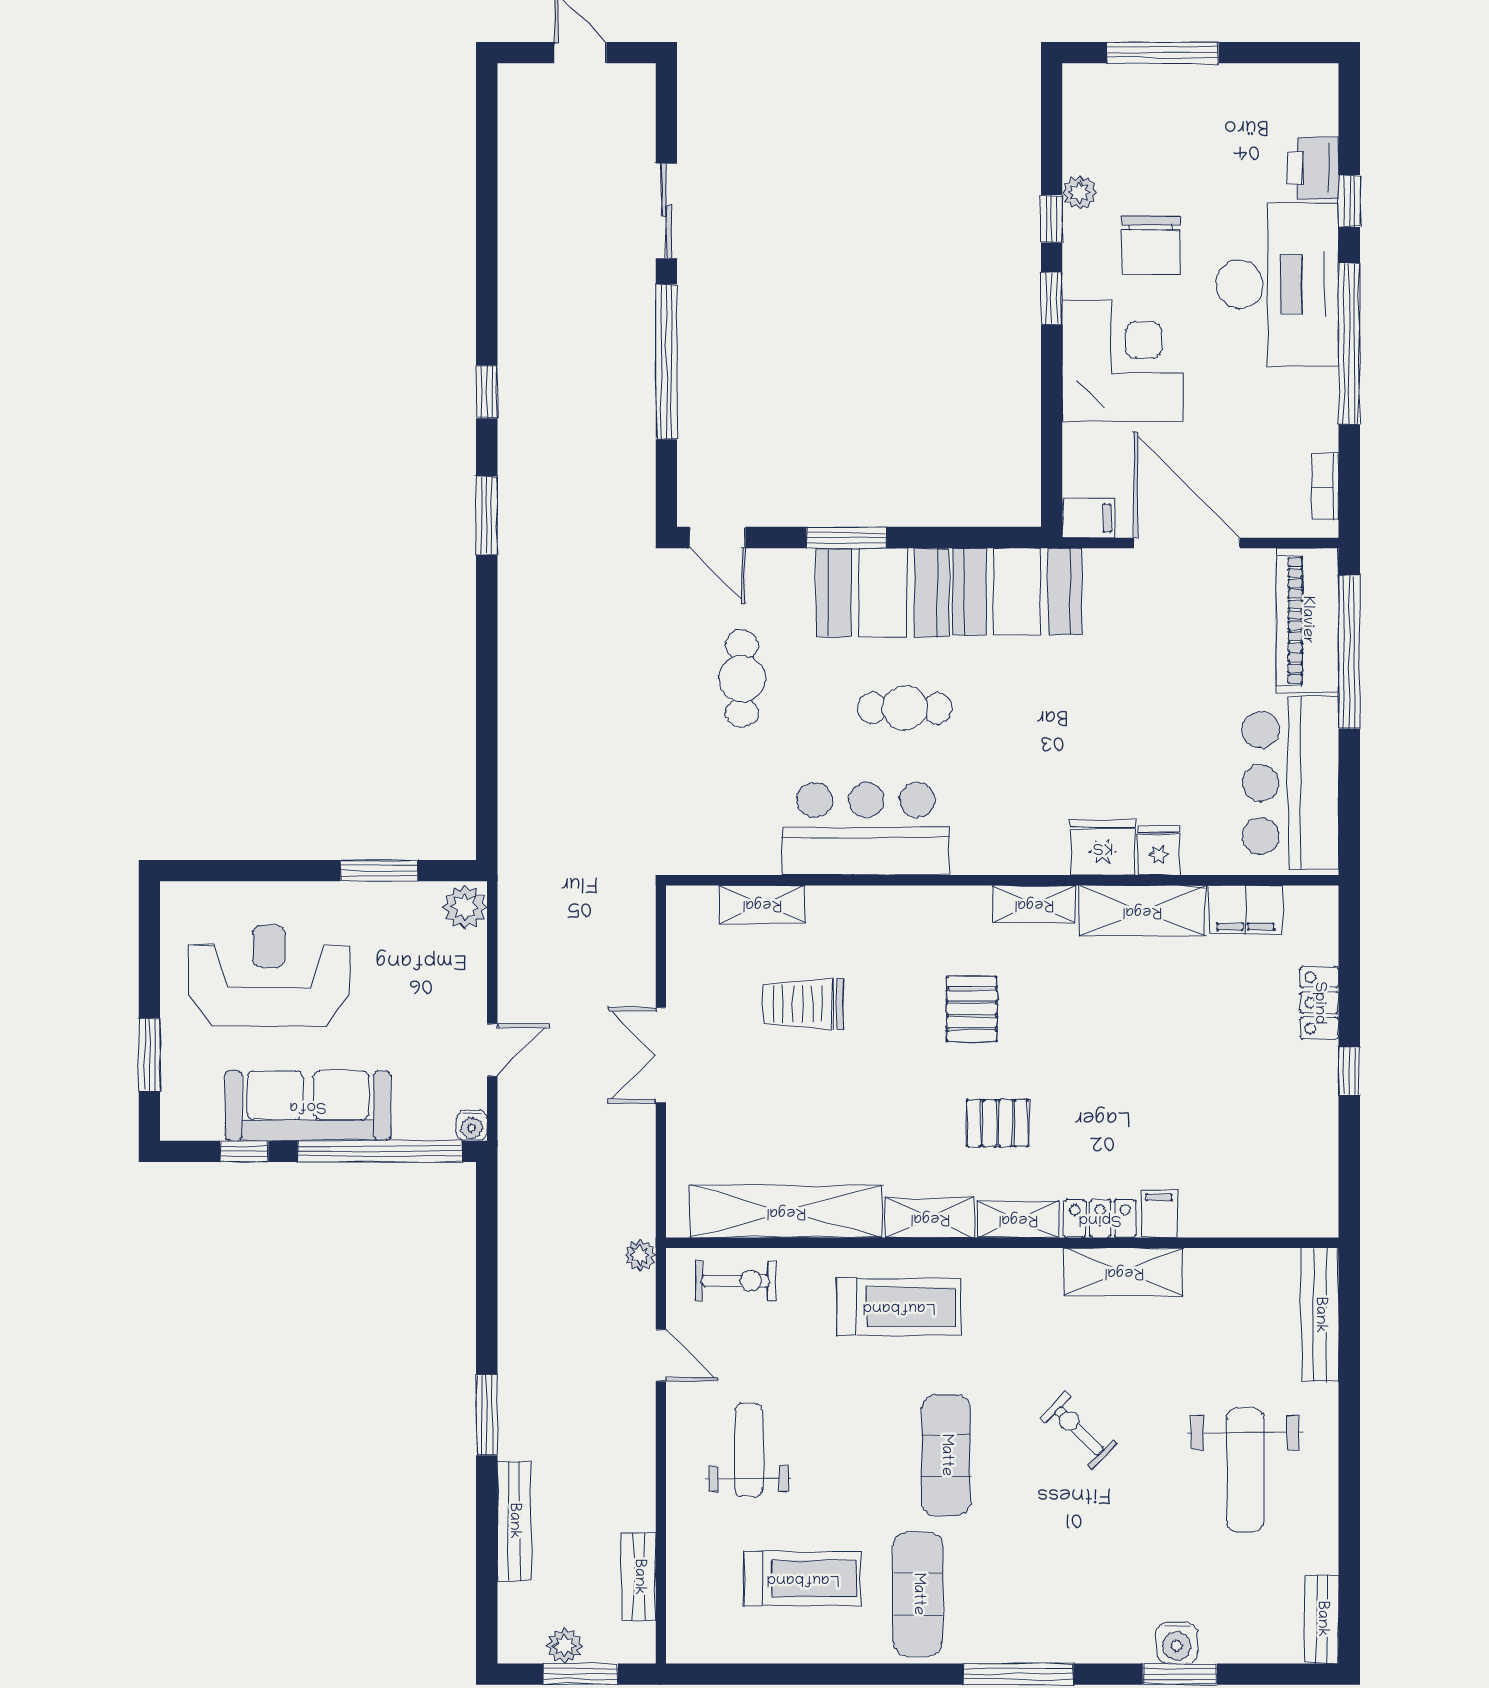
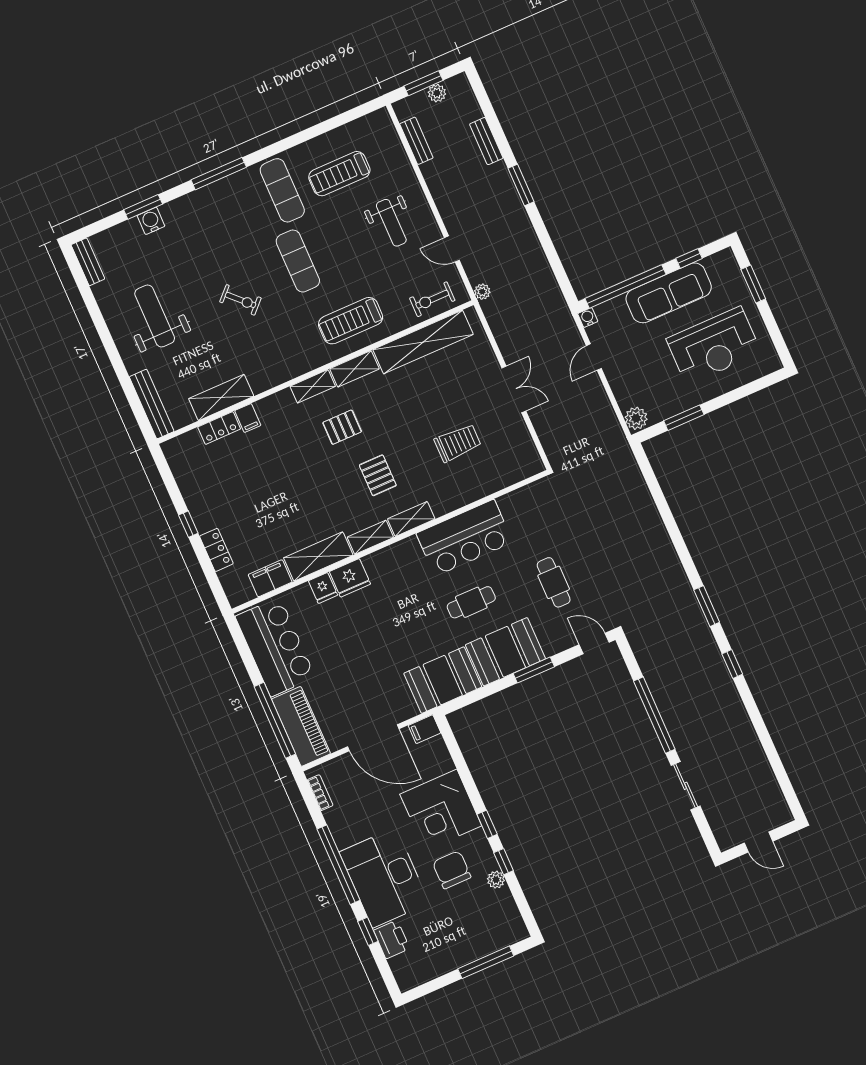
shelving: (762, 904) -> (411, 519), moved
locker: (1100, 1219) -> (219, 428), moved
shelving: (1124, 1272) -> (221, 397), moved
bench: (514, 1521) -> (486, 141), width x0.73

